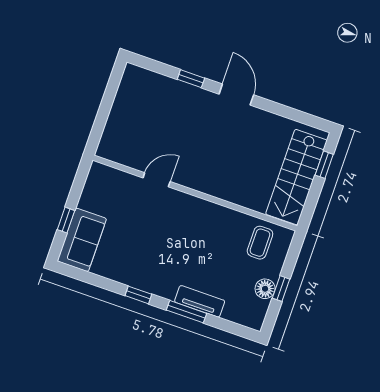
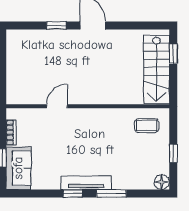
bookcase: (88, 192) -> (11, 132), added
coffee table: (260, 243) -> (147, 126), turned 90
floor lamp: (265, 289) -> (162, 182), moved
tv unit: (200, 301) -> (86, 183), moved, width x1.41

